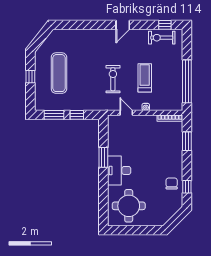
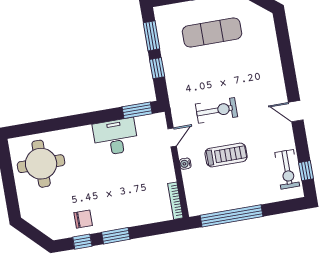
exercise bike: (162, 38) -> (287, 169), turned 180
window: (187, 141) -> (116, 236), moved
window: (103, 157) -> (137, 110), moved
desk: (119, 170) -> (115, 137), moved

